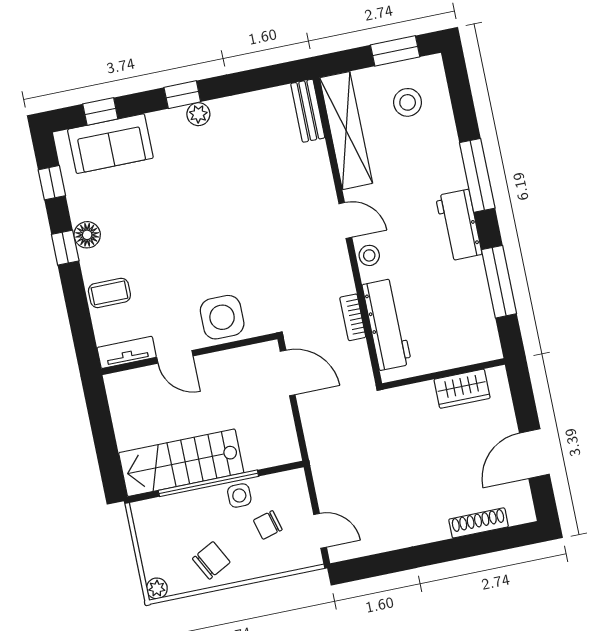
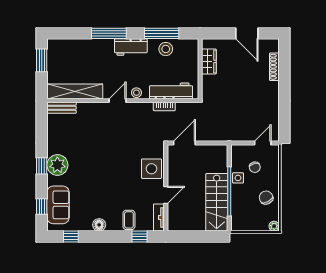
stool: (408, 102) -> (166, 49), moved
plant: (198, 114) -> (57, 165), width x1.87, depth x1.87
window: (65, 248) -> (139, 237), moved

